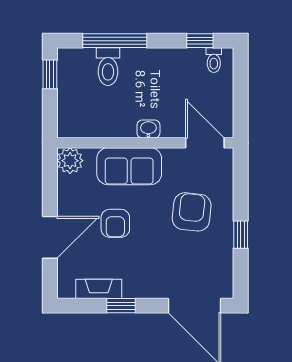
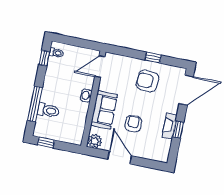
armchair: (192, 212) -> (148, 81), moved
armchair: (115, 223) -> (133, 124), turned -90
door: (50, 237) -> (120, 157), moved
fireplace: (99, 289) -> (170, 126), moved

